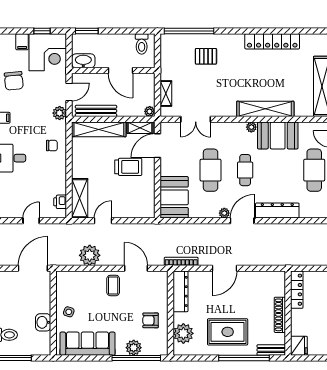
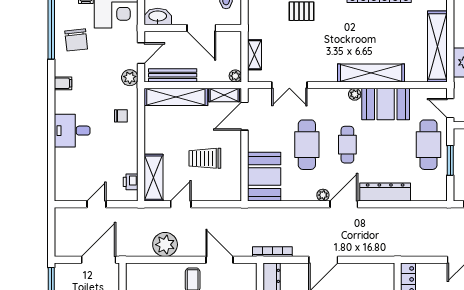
trolley: (128, 167) -> (205, 158), moved, turned 180

